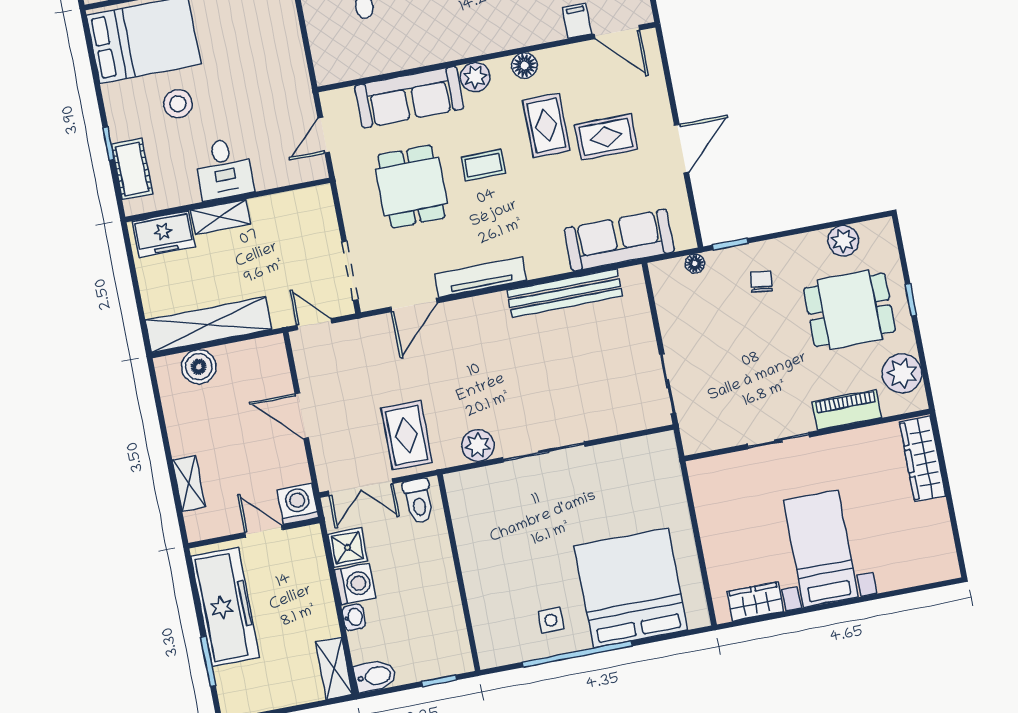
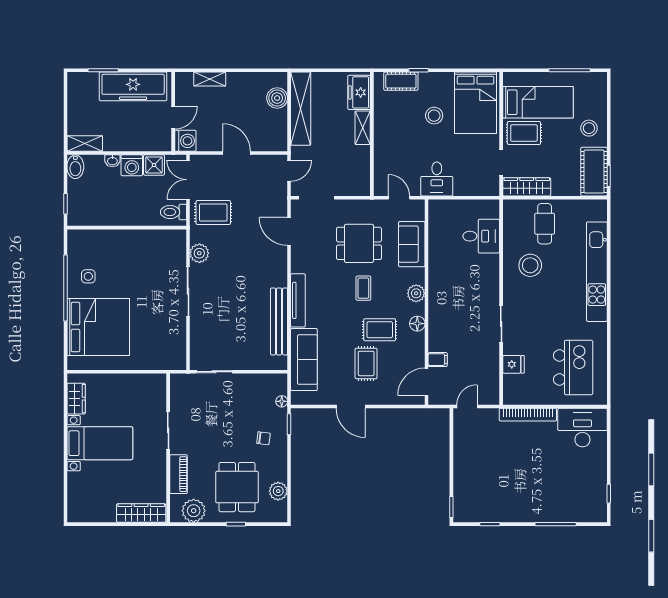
sofa: (409, 97) -> (412, 244), width x0.73
desk: (224, 169) -> (437, 179), moved, turned -90
tv unit: (480, 277) -> (298, 300), moved
door: (302, 416) -> (237, 153), hinge flipped

